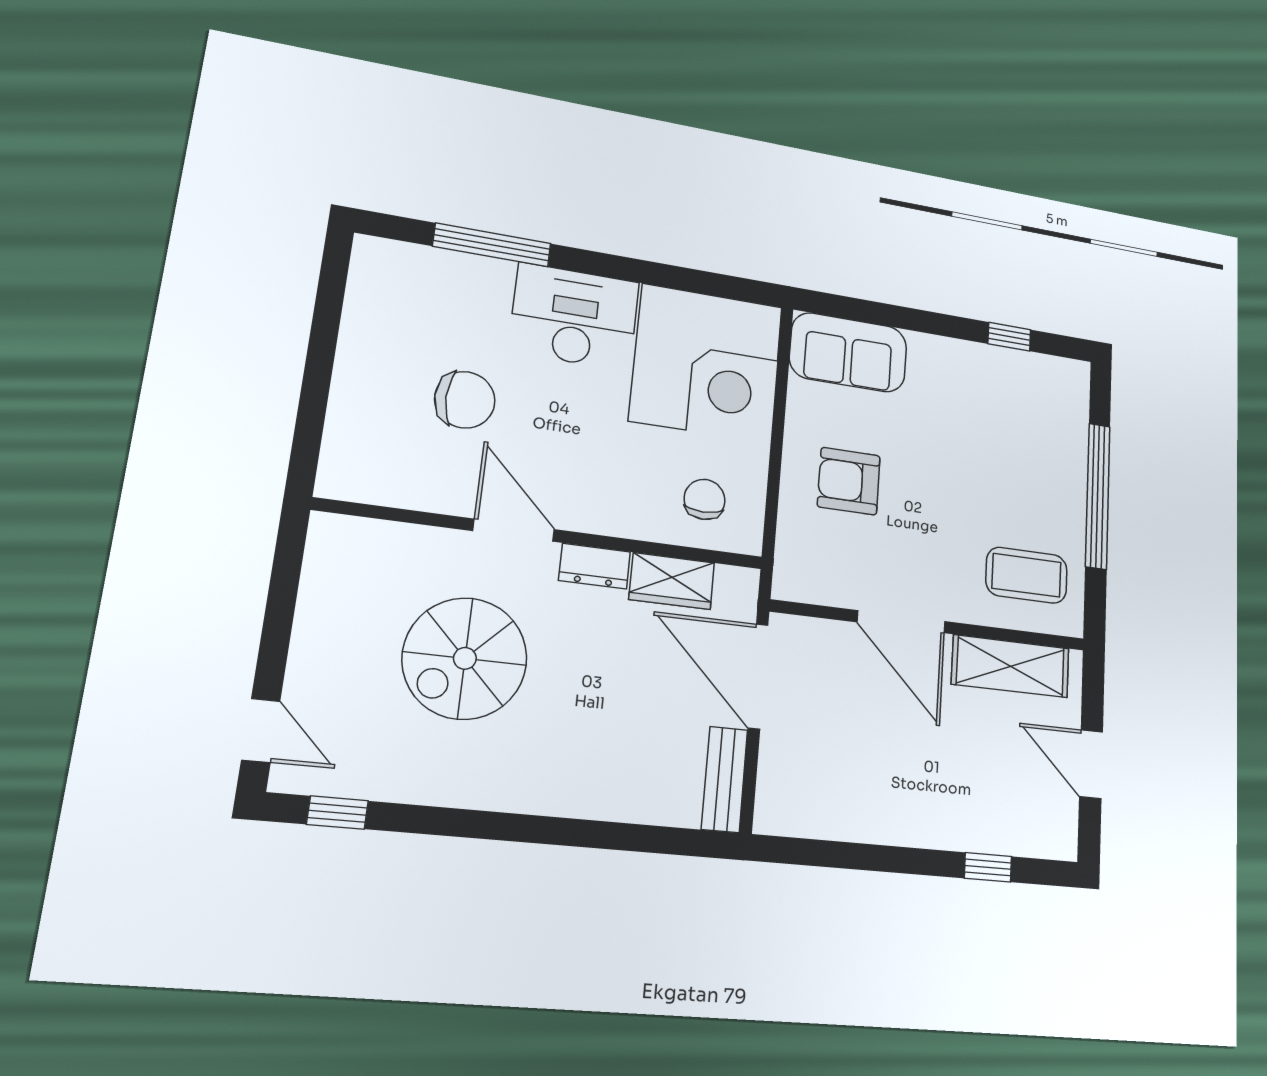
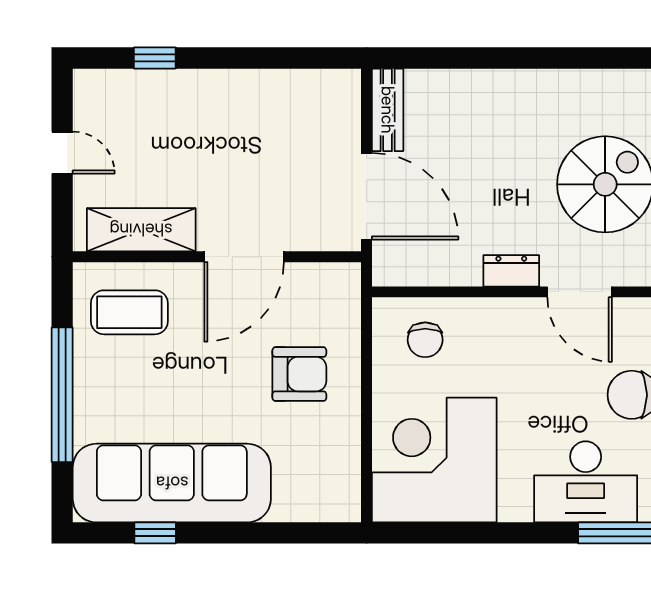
desk: (574, 317) -> (586, 482), moved
sofa: (848, 352) -> (172, 483), moved, width x1.85, depth x1.27
wardrobe: (672, 581) -> (446, 267), removed
door: (901, 622) -> (244, 257), swing flipped
door: (1091, 764) -> (62, 153), width x0.73

